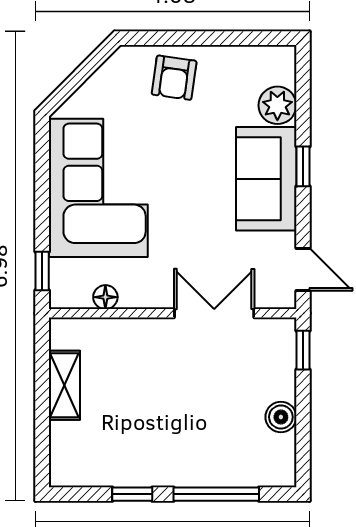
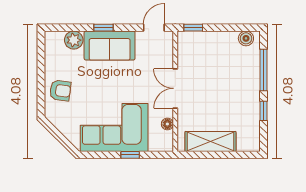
window: (42, 271) -> (130, 155), moved
double door: (214, 313) -> (175, 88), moved
shelving: (64, 385) -> (210, 142), width x1.50, depth x1.33
boiler: (281, 417) -> (246, 38), moved

